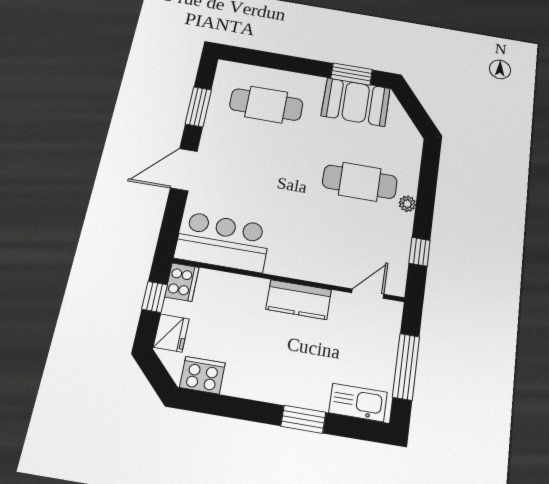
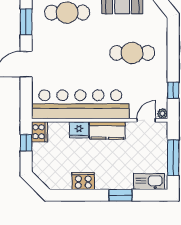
plant: (407, 204) -> (162, 114), moved
bar counter: (223, 242) -> (80, 104), width x1.86
fridge: (171, 333) -> (79, 130), moved, turned 90
cooker: (202, 375) -> (83, 181), moved

